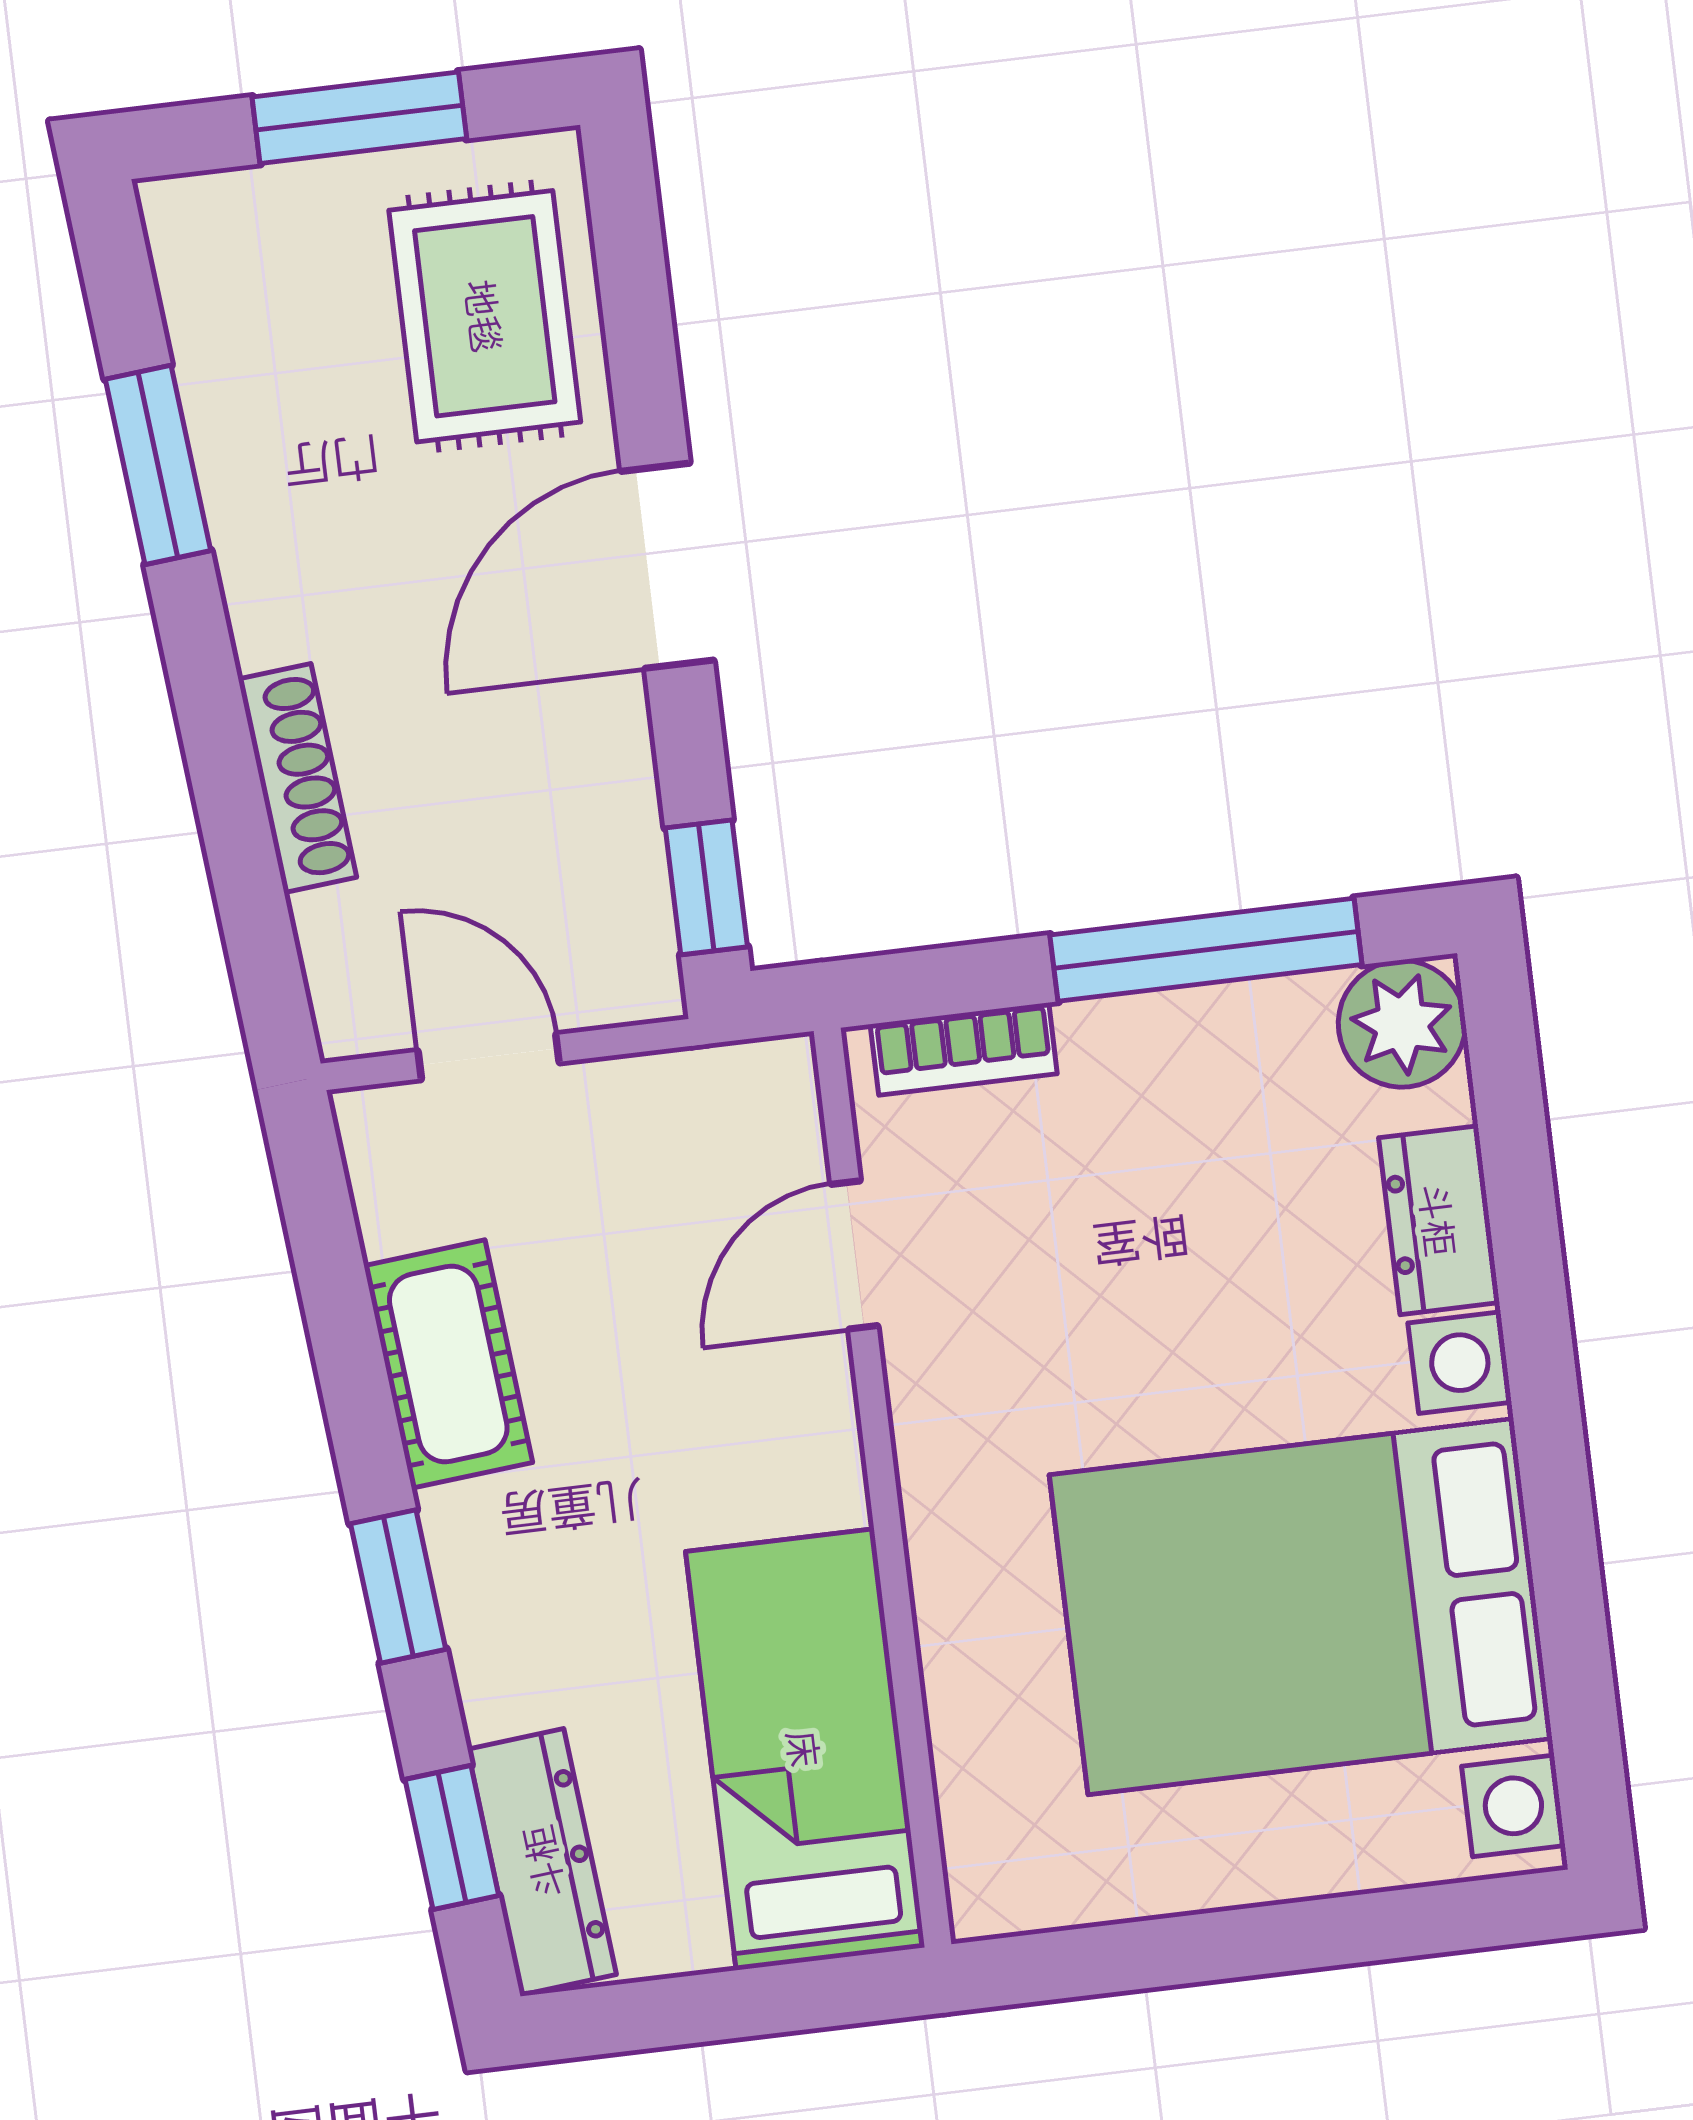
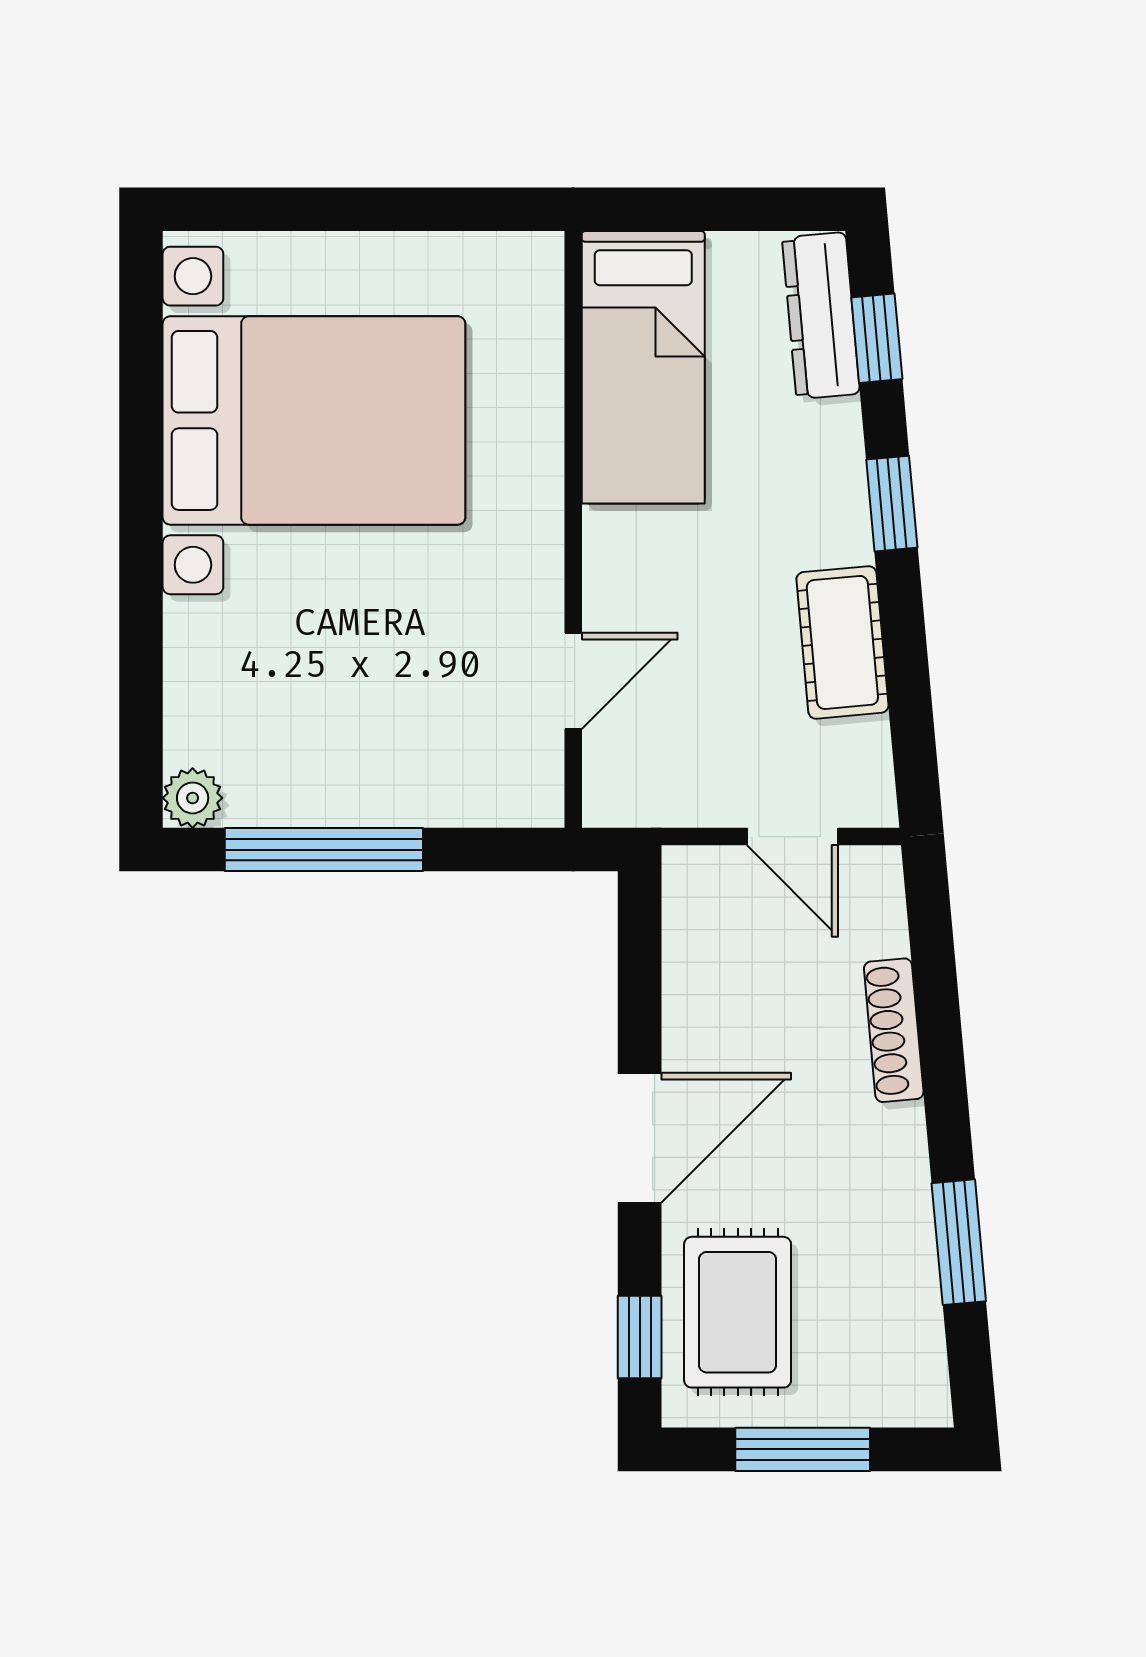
window: (706, 887) -> (640, 1337), moved
plant: (1402, 1024) -> (193, 798), width x0.73, depth x0.73
bookcase: (964, 1049) -> (487, 805), removed
dresser: (1439, 1220) -> (195, 658), removed

